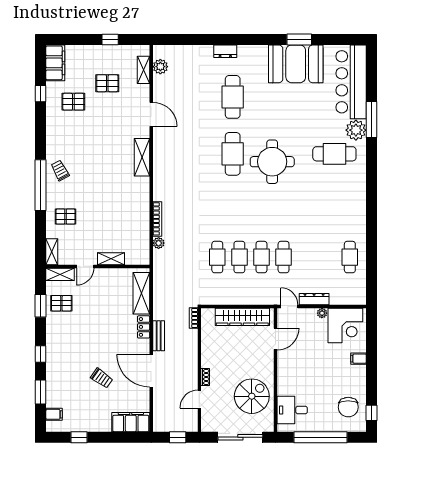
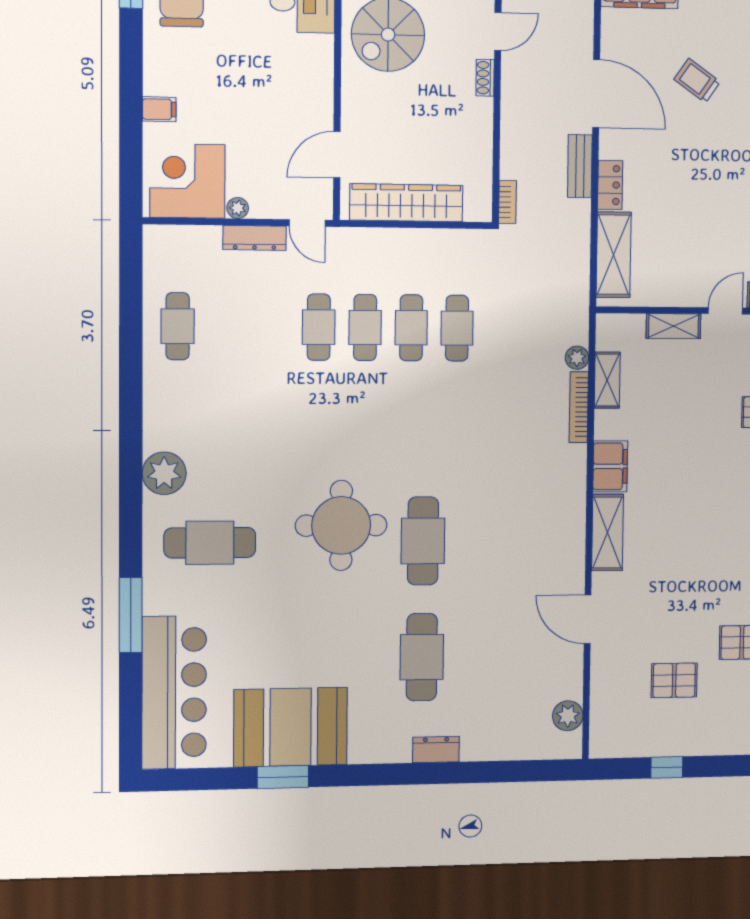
shelving: (143, 70) -> (607, 380), moved
plant: (356, 130) -> (164, 473), moved
filing cabinet: (141, 190) -> (610, 466), added

